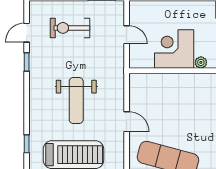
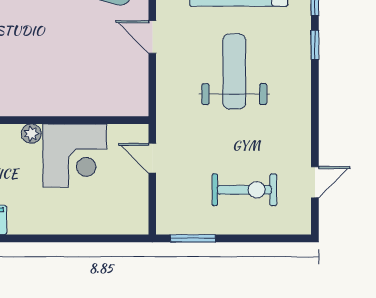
door: (127, 35) -> (152, 158), moved
window: (27, 62) -> (315, 45), moved

